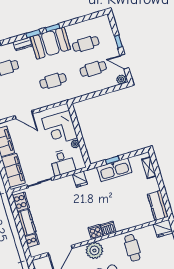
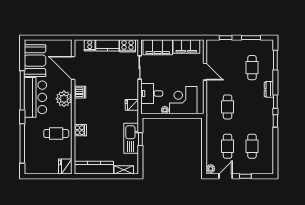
booth: (50, 43) -> (262, 115), removed
door: (24, 115) -> (205, 72), swing flipped
kitchen counter: (158, 206) -> (94, 168), width x1.50
dishwasher: (108, 228) -> (80, 92), moved
cooker: (95, 232) -> (80, 130), moved

